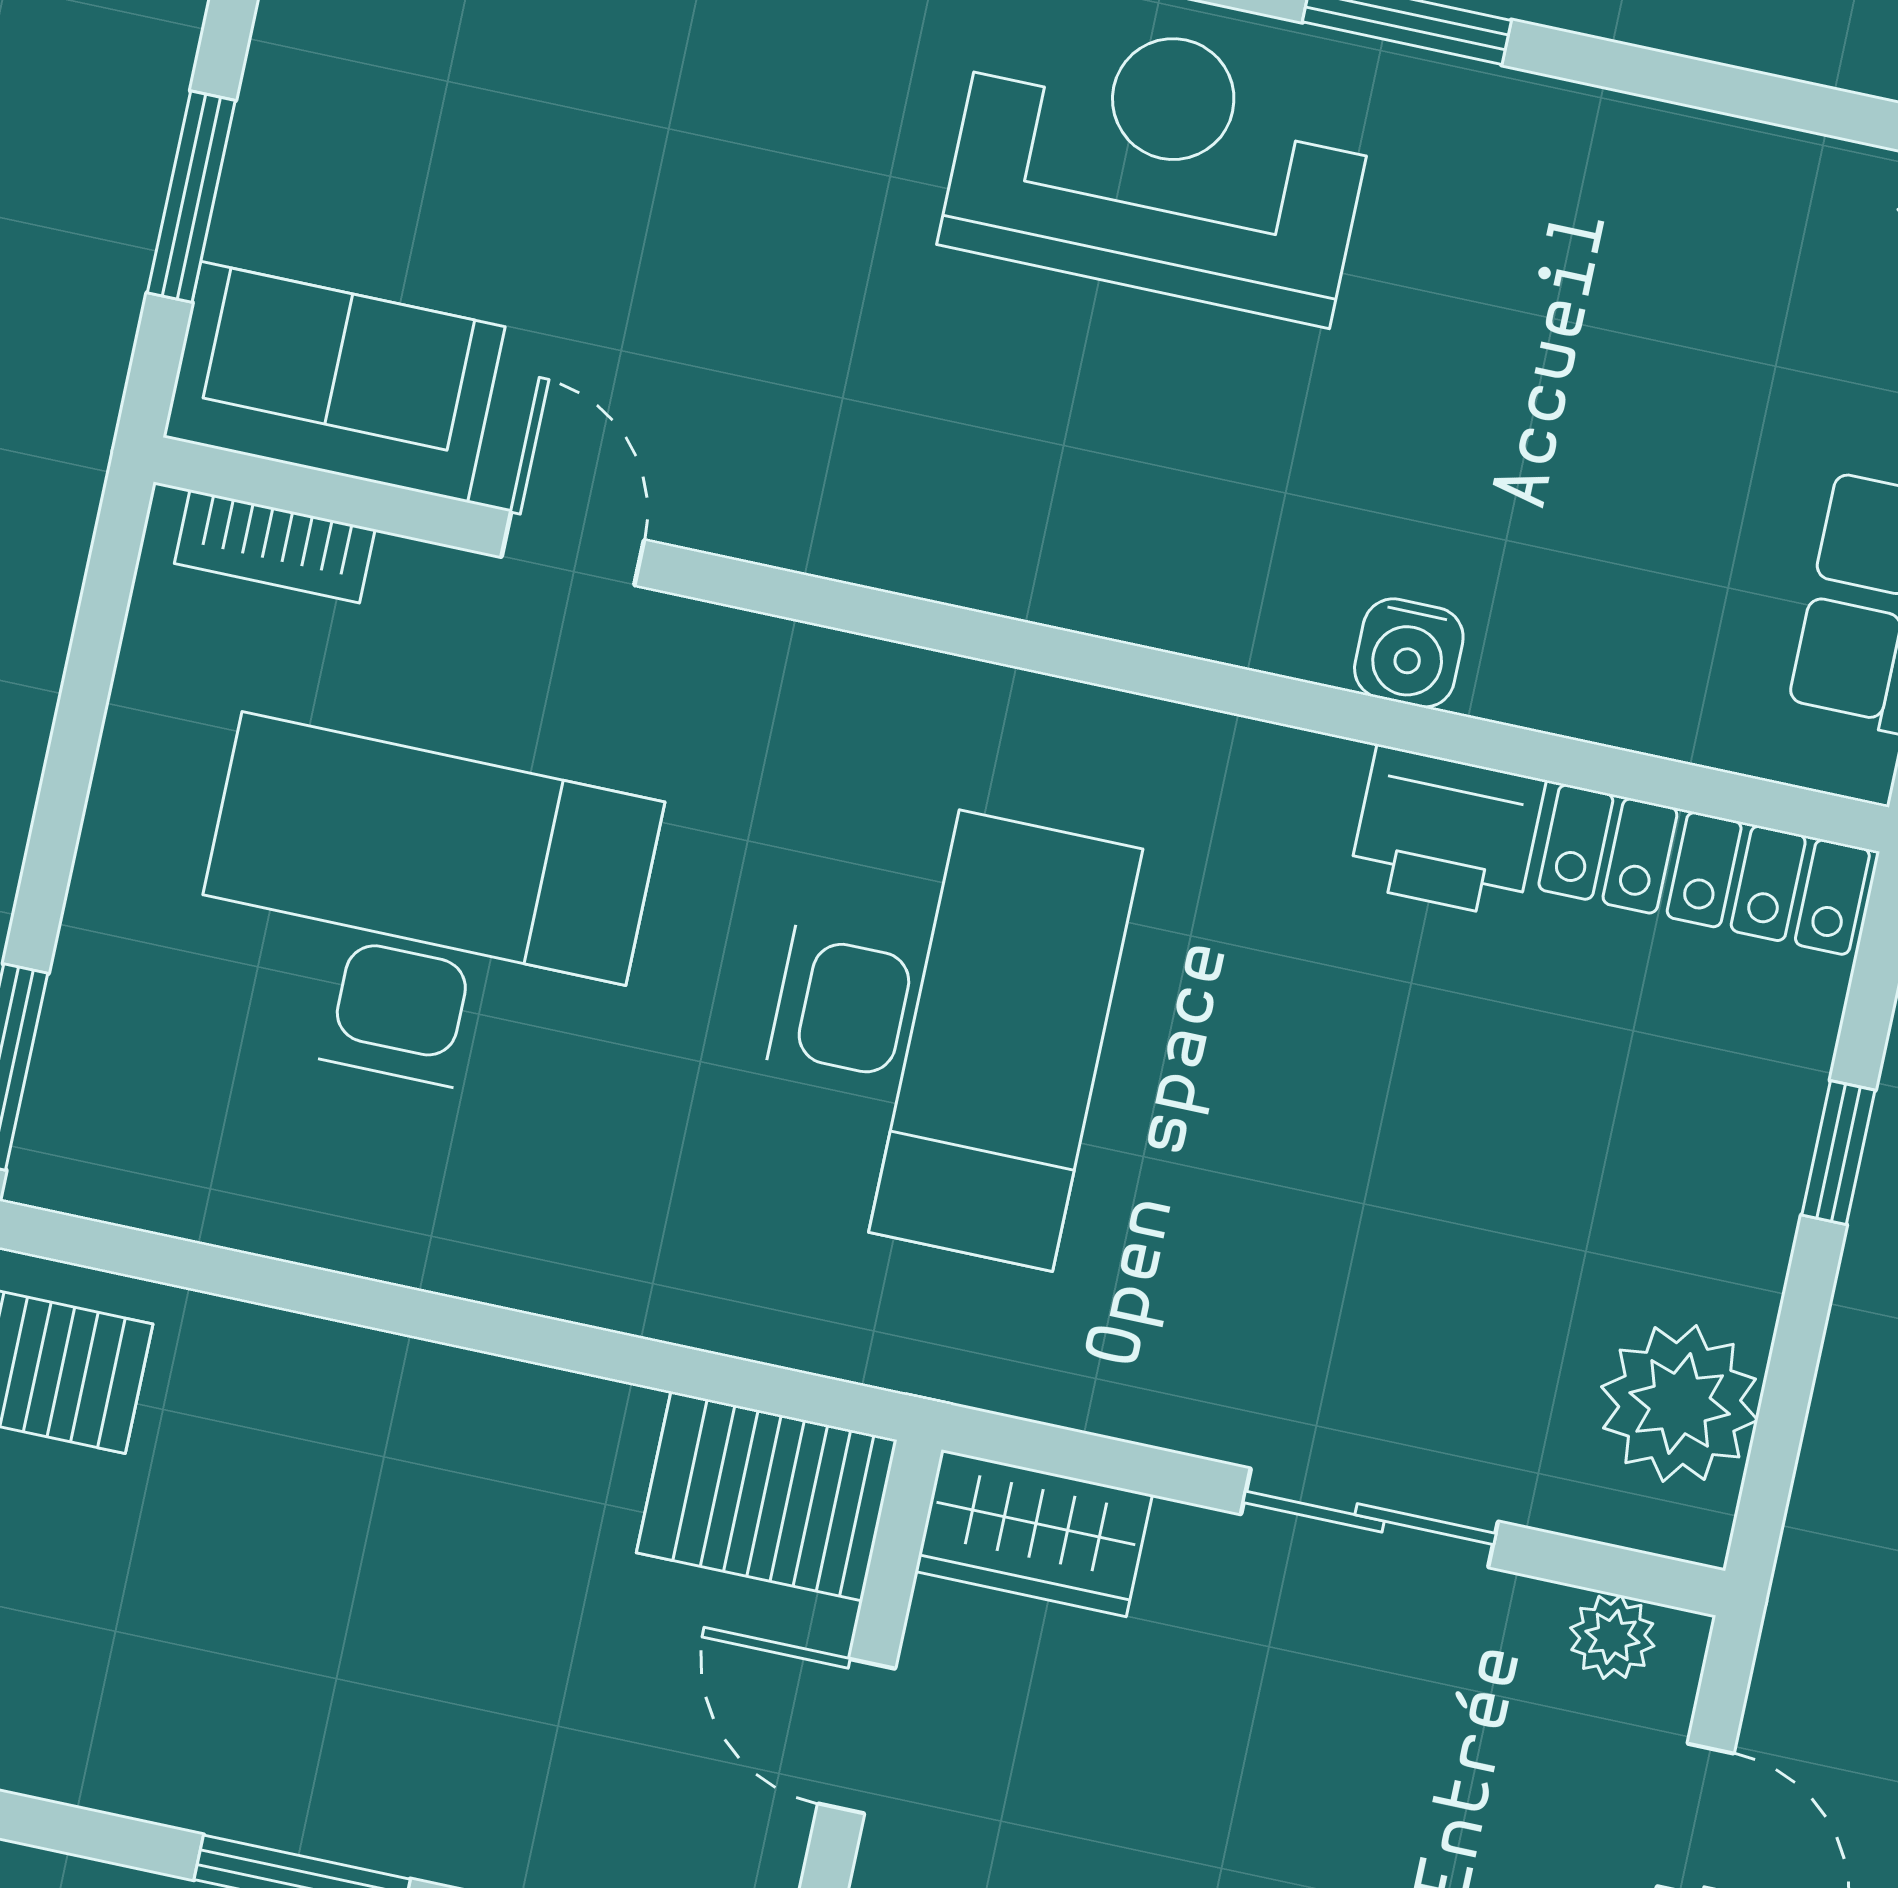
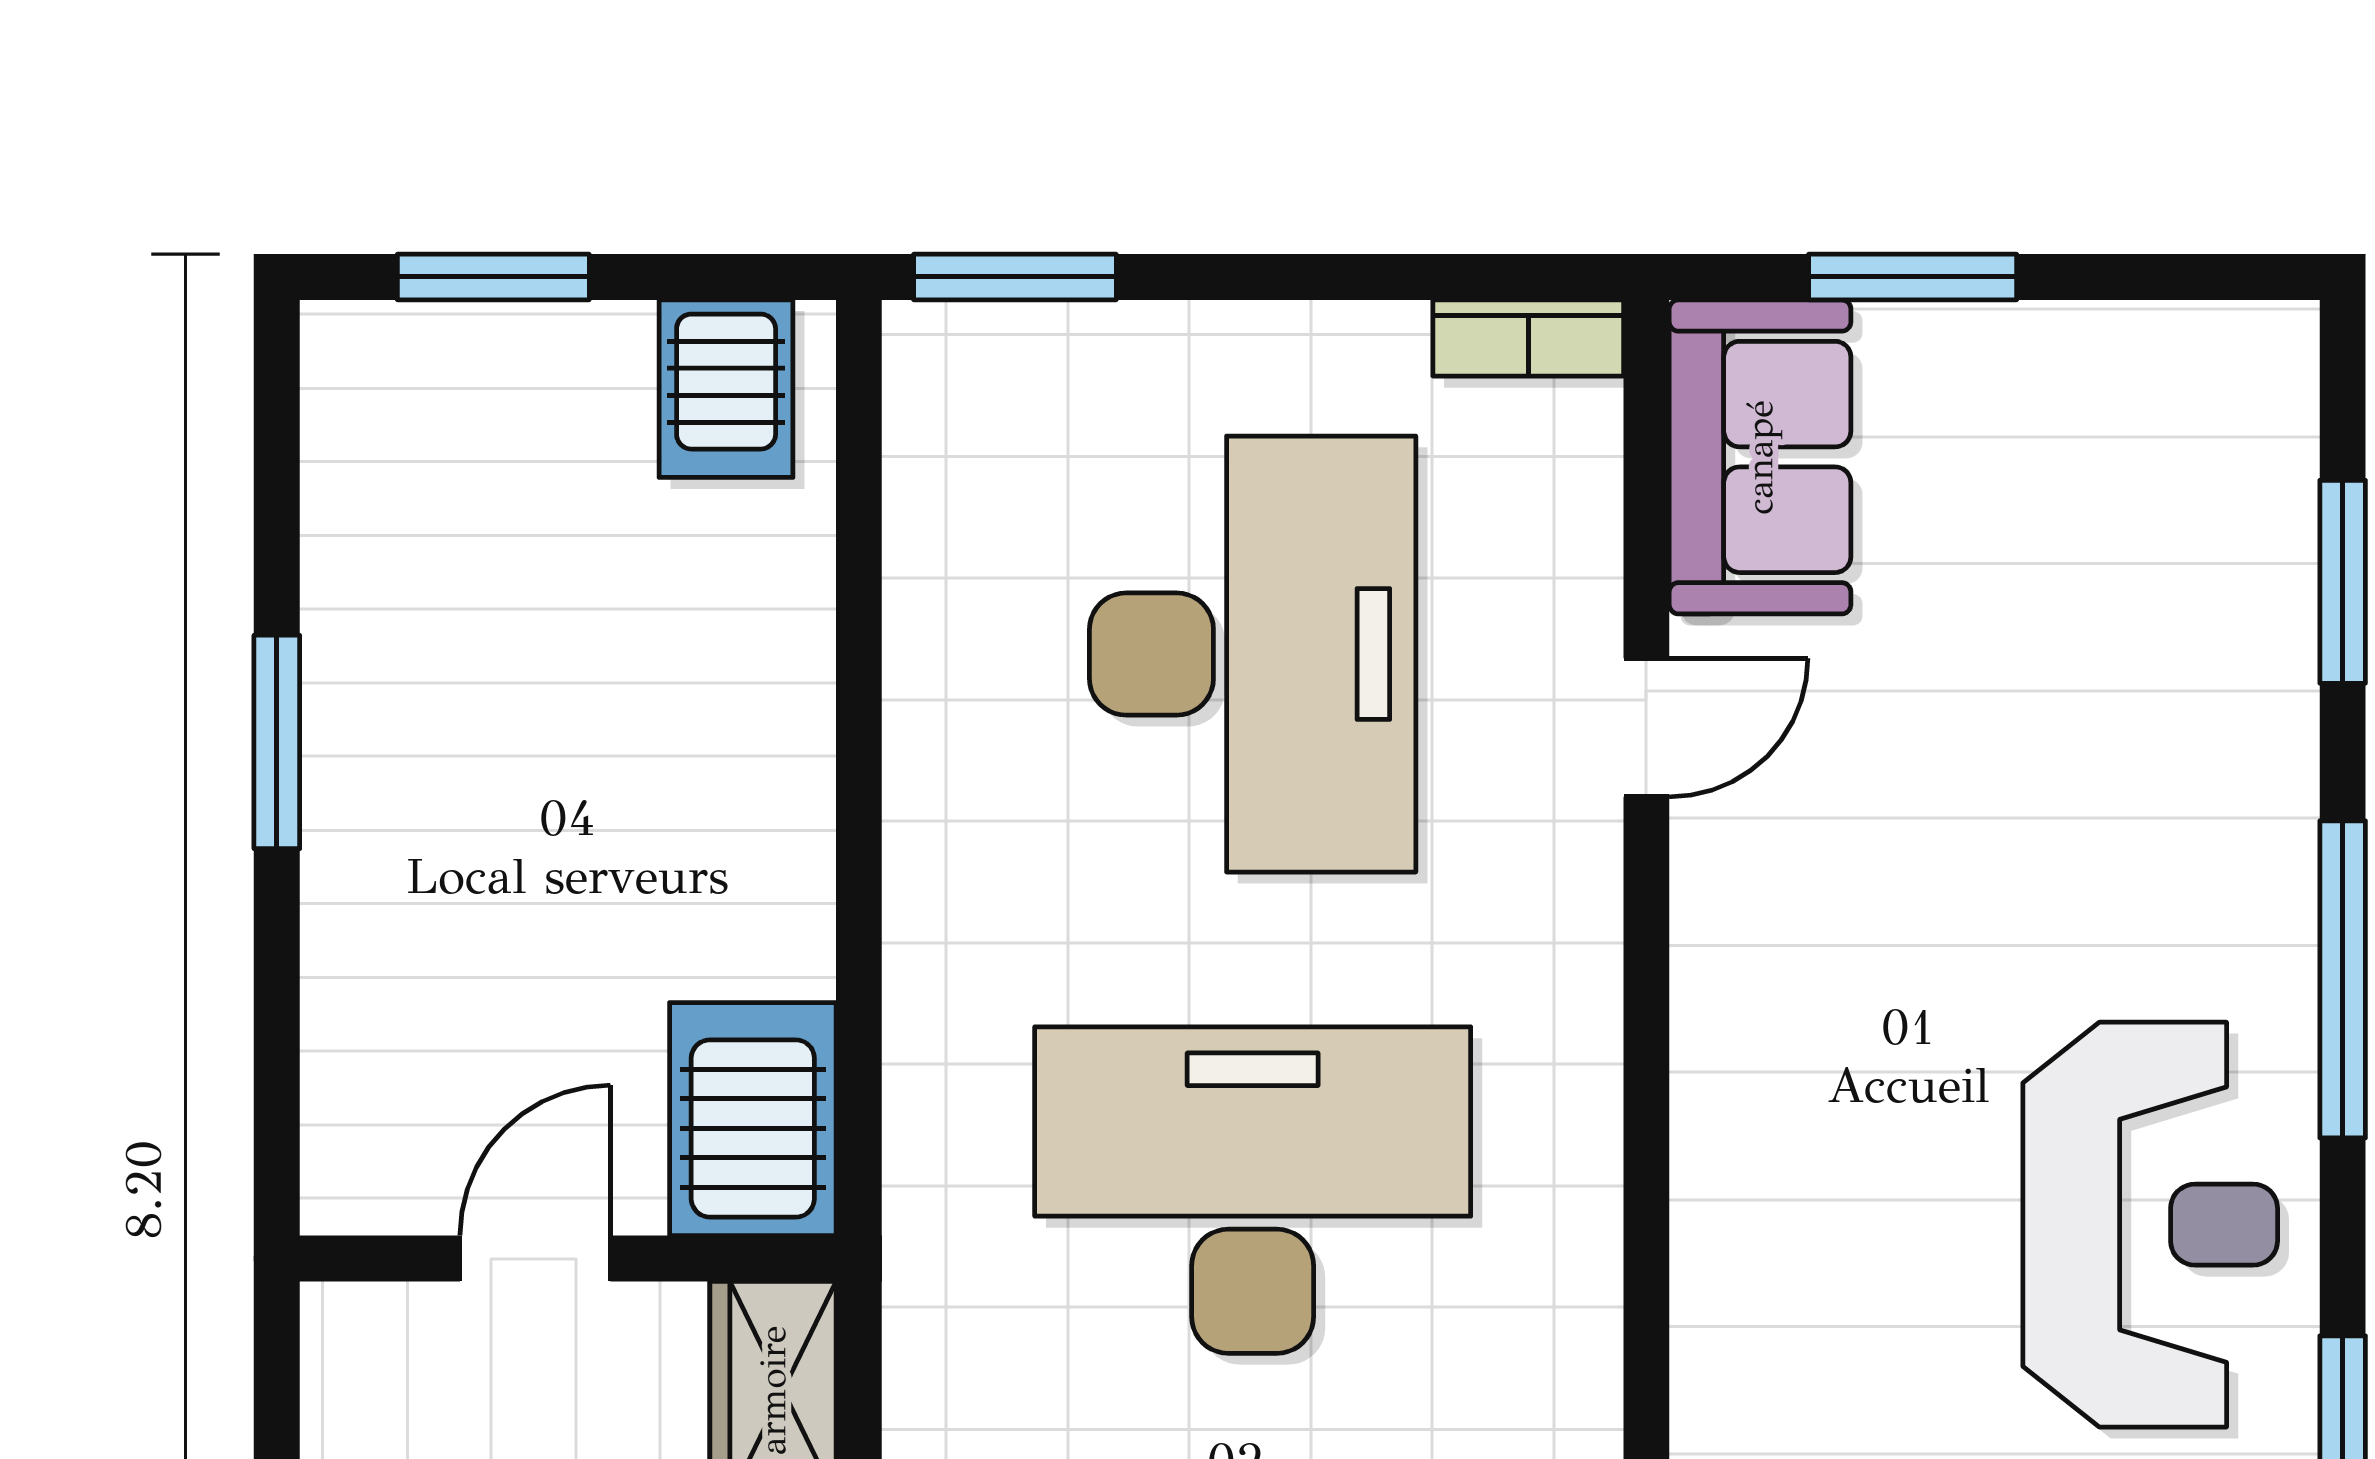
bookcase: (275, 546) -> (1528, 338), moved, turned -90
desk: (939, 1026) -> (1253, 1190), turned 180

